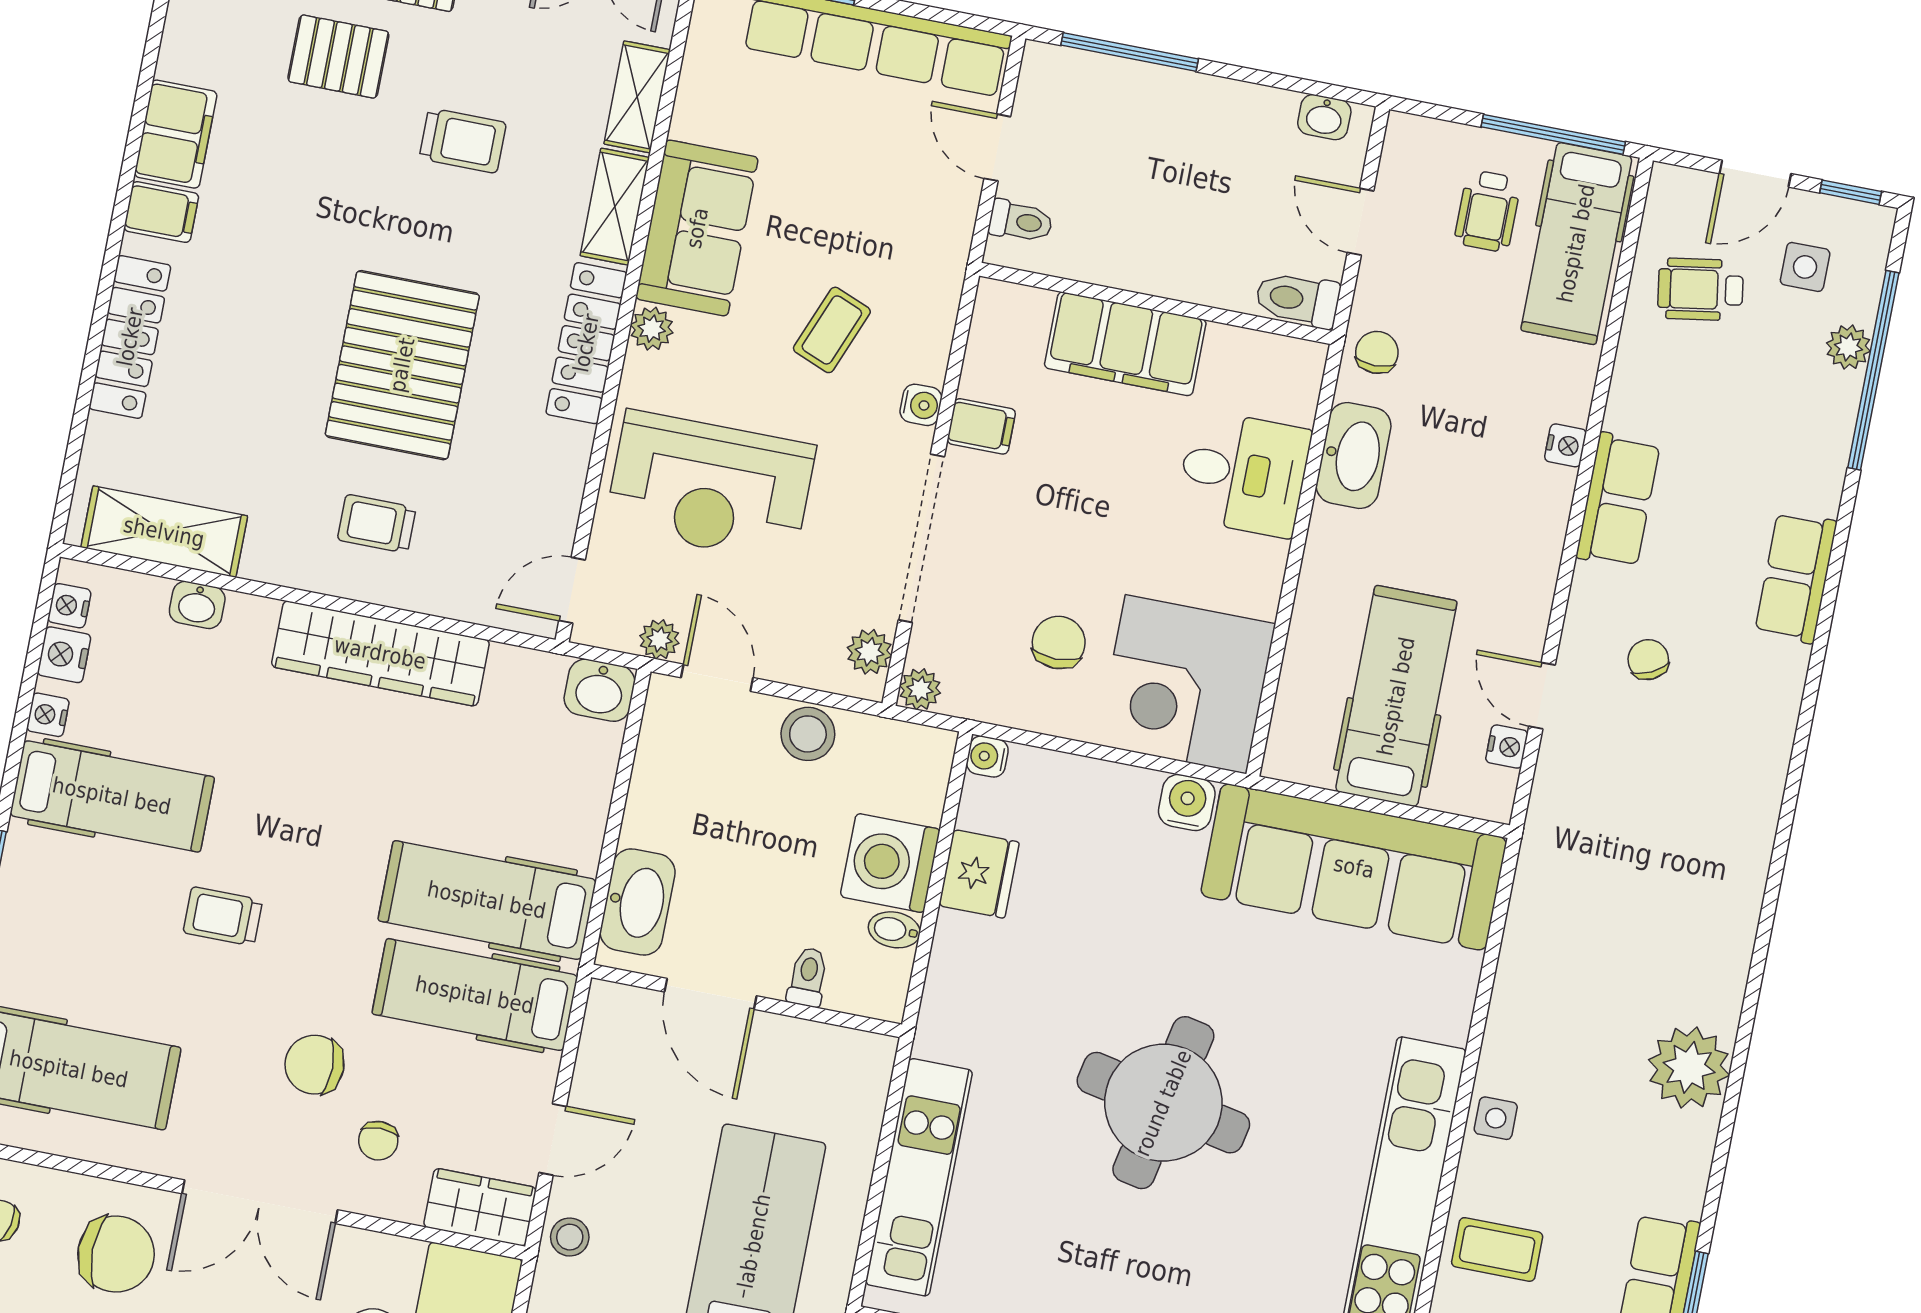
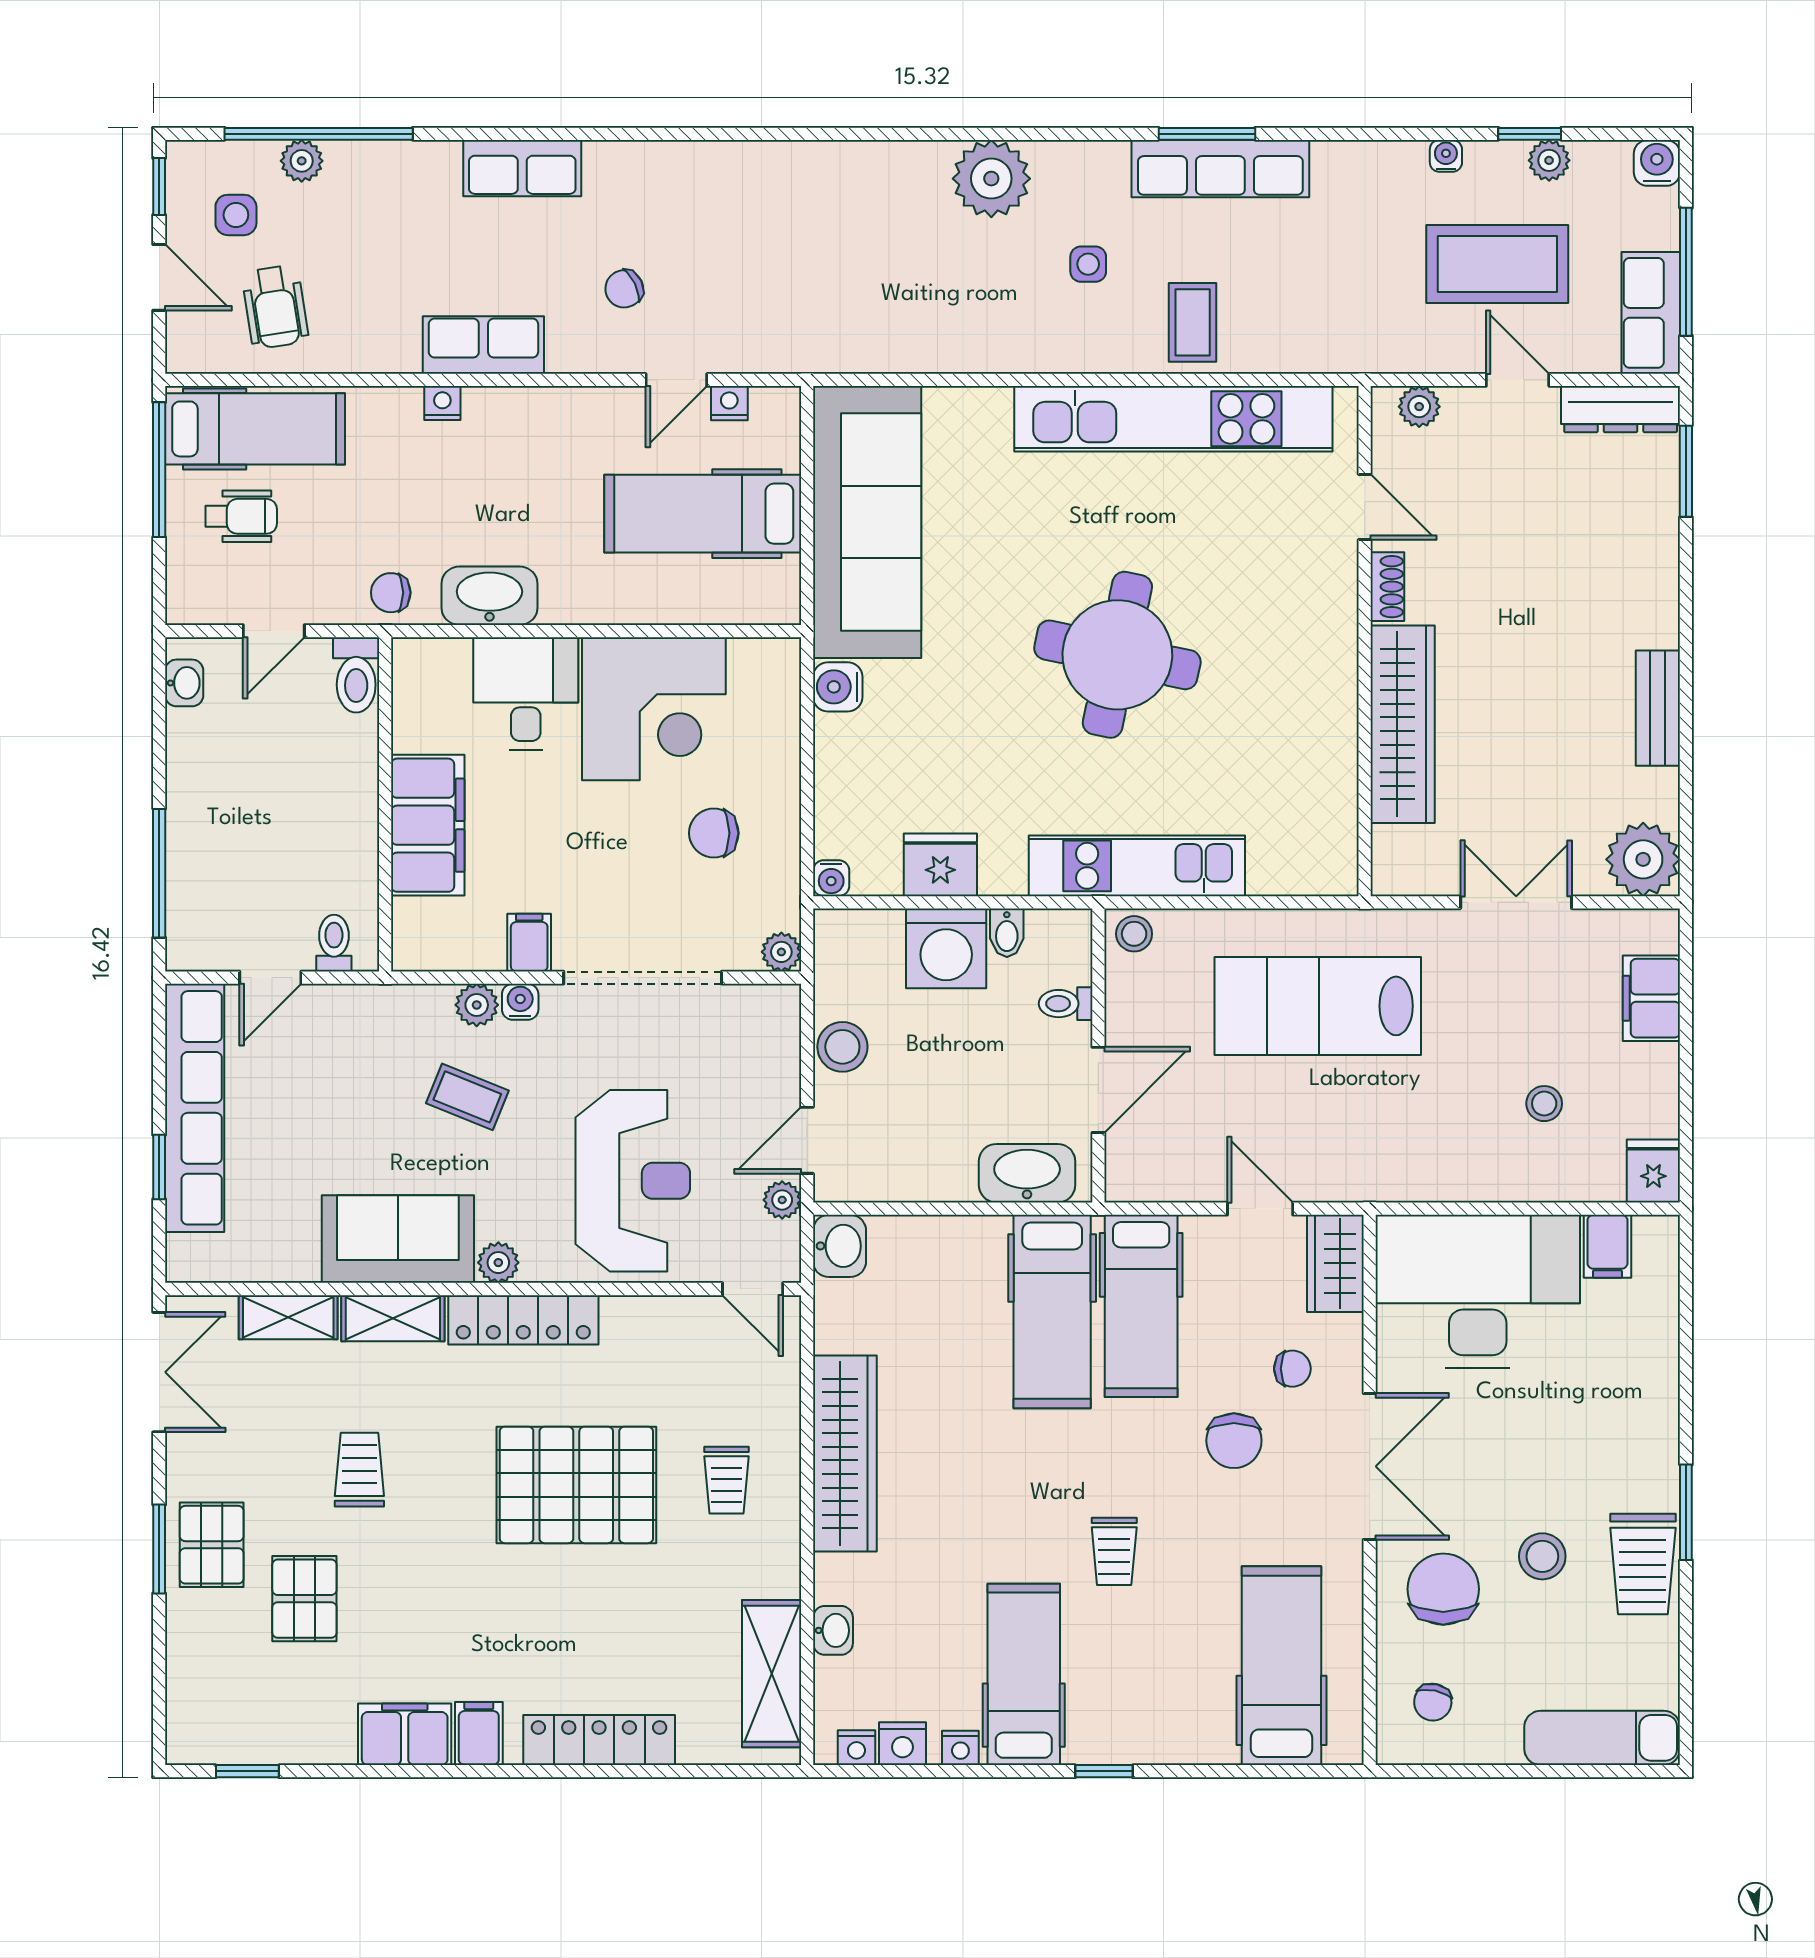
plant: (869, 652) -> (477, 1005), moved
corner desk: (1186, 684) -> (654, 709), moved
side table: (1496, 1118) -> (1088, 264), moved
kitchen unit: (919, 1177) -> (1137, 866), moved
stool: (570, 1237) -> (1134, 934), moved

